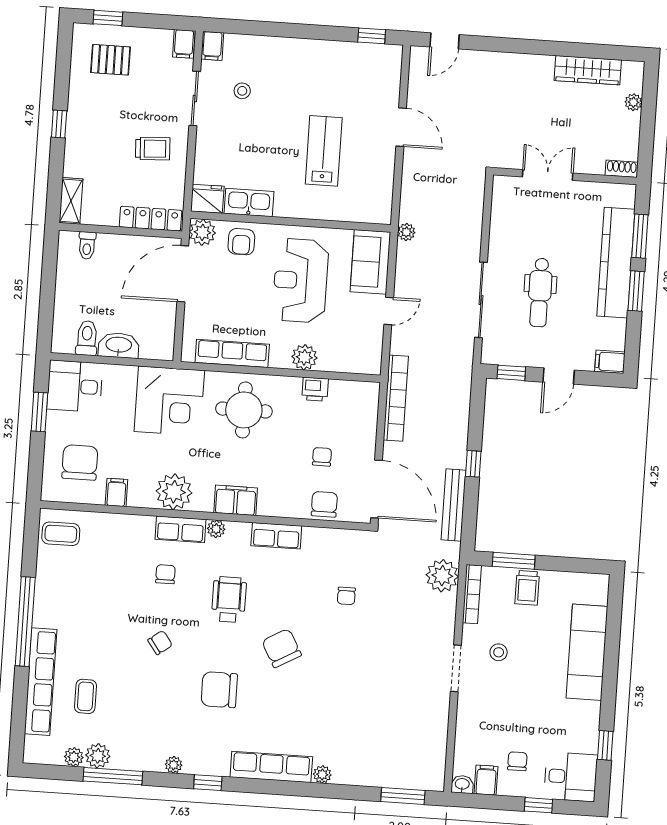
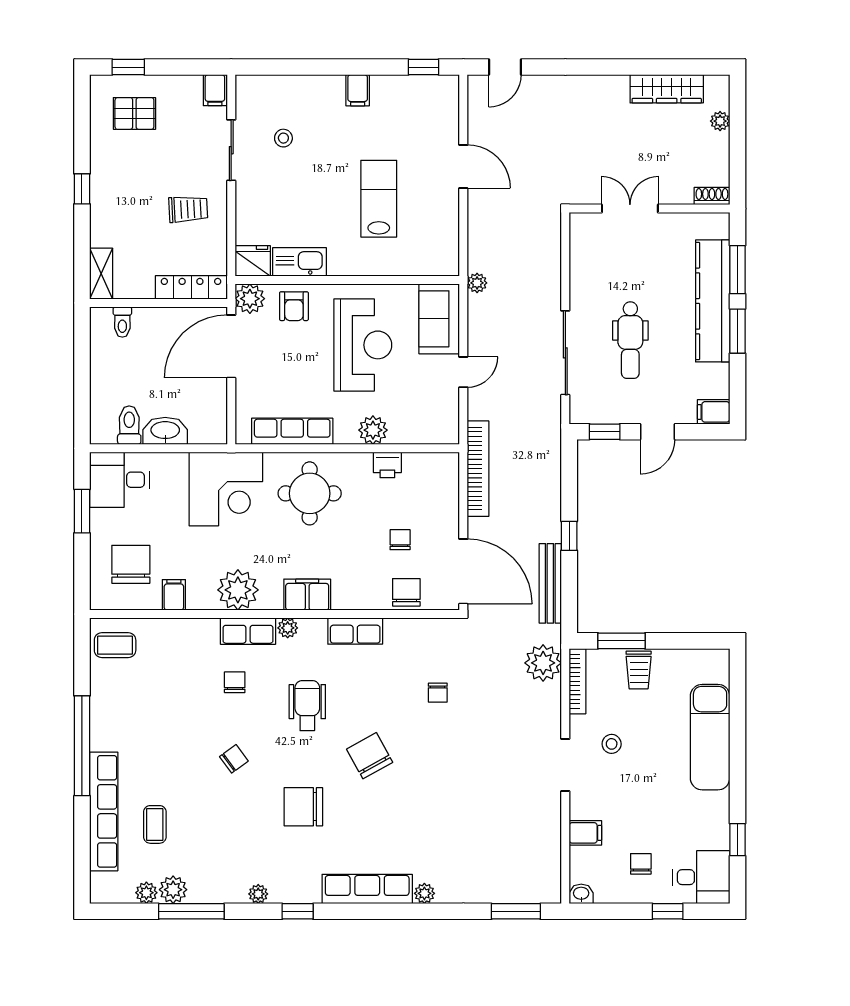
filing cabinet: (212, 46) -> (358, 90), moved
reception desk: (300, 281) -> (363, 345), turned 180
filing cabinet: (486, 780) -> (585, 833), moved, turned 90

